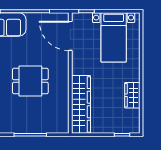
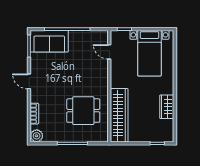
door: (70, 36) -> (109, 52), width x0.53
dining table: (30, 81) -> (83, 111), moved

